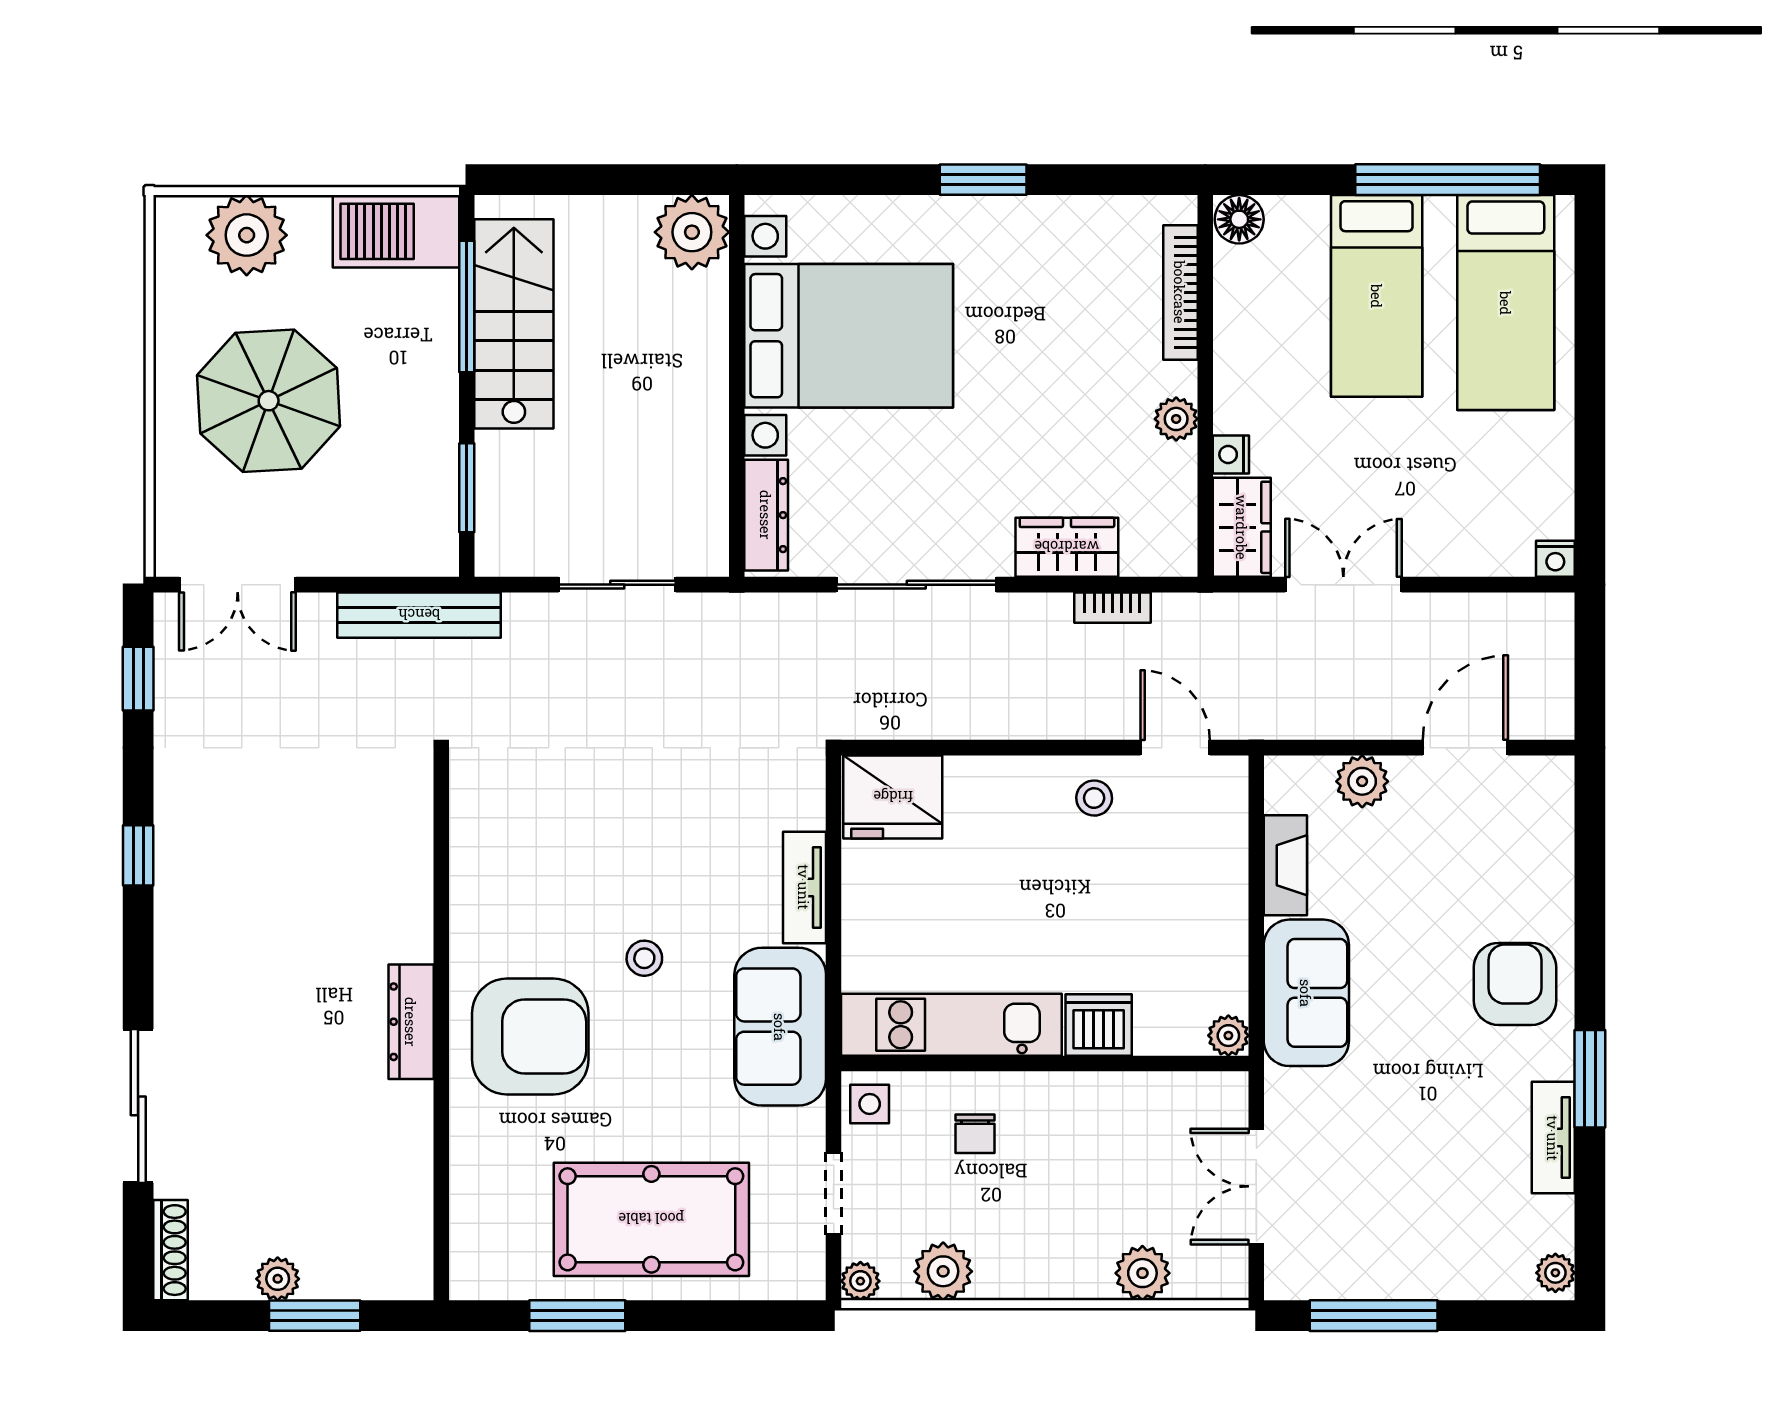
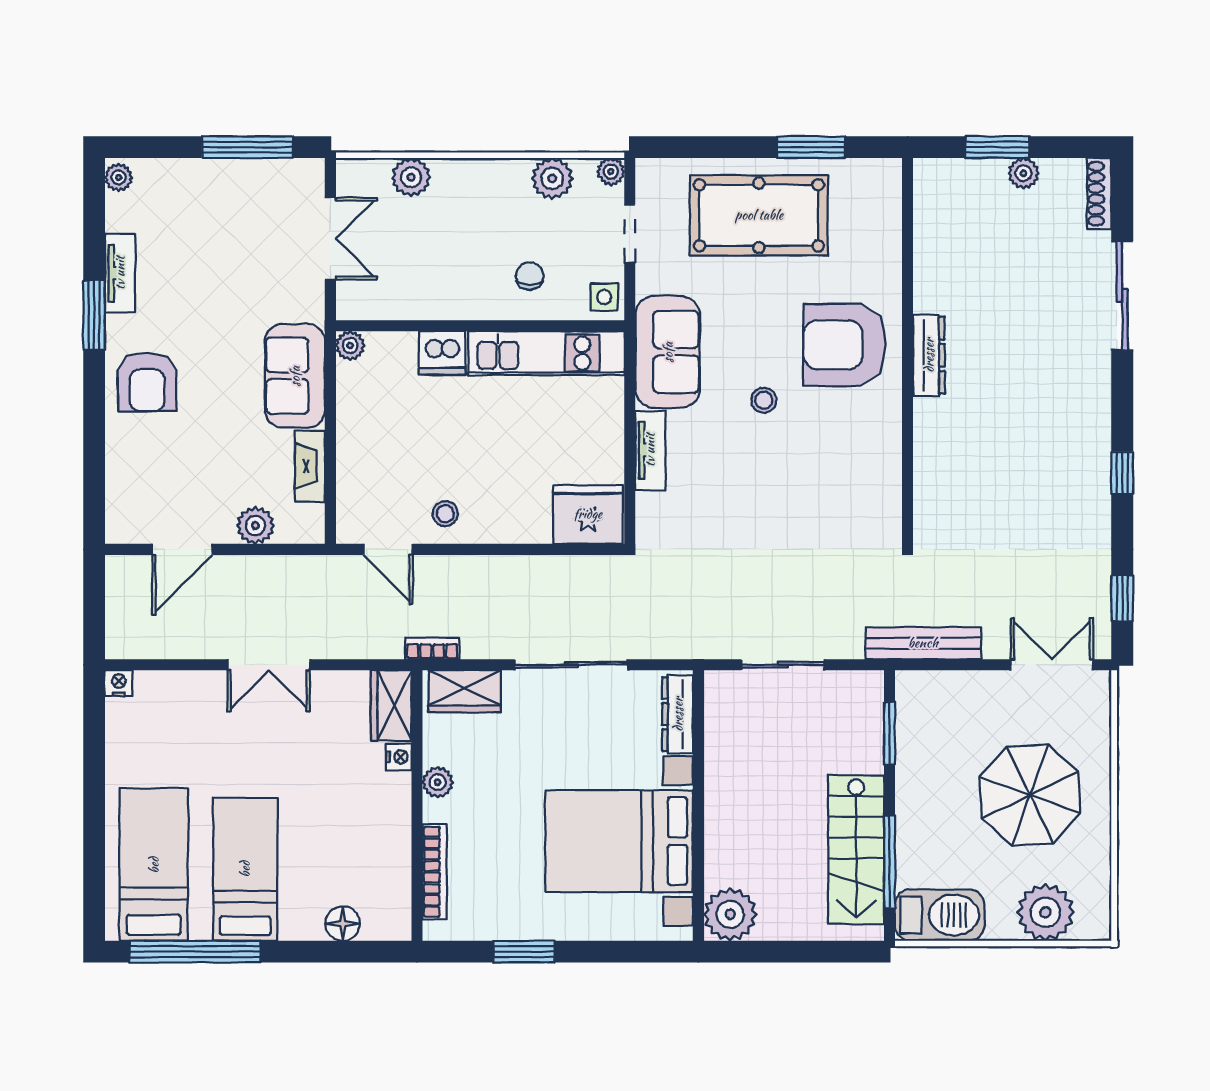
bookcase: (1180, 292) -> (435, 872), moved
wall: (1205, 386) -> (417, 805), moved
plant: (1176, 419) -> (438, 782), moved
nightstand: (1231, 455) -> (399, 757), moved
wardrobe: (1242, 527) -> (391, 705), moved

